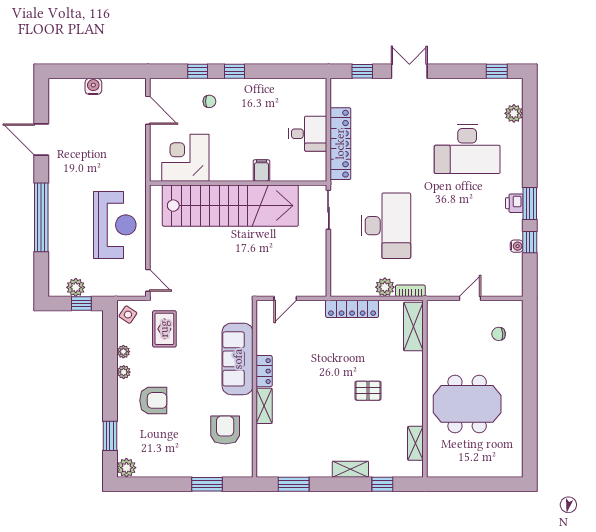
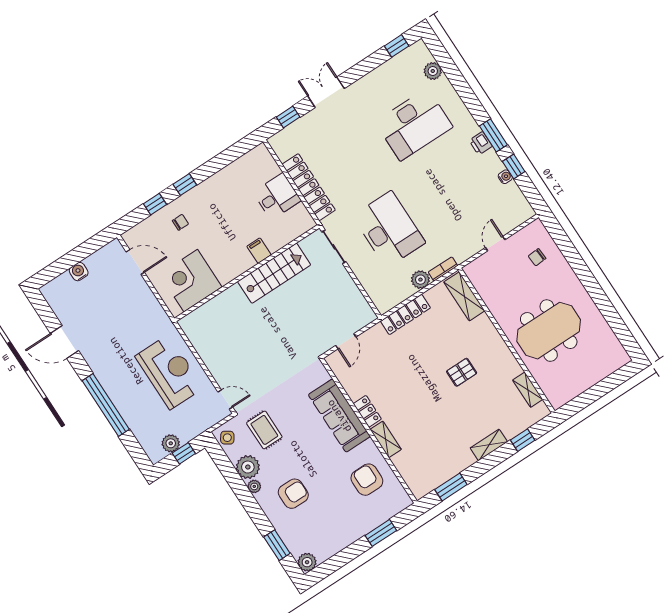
stairs: (230, 206) -> (274, 273), width x0.54, depth x0.66
plant: (123, 352) -> (248, 467), width x1.87, depth x1.87

